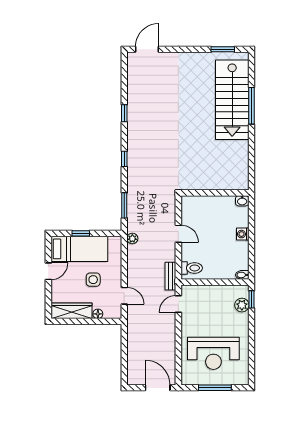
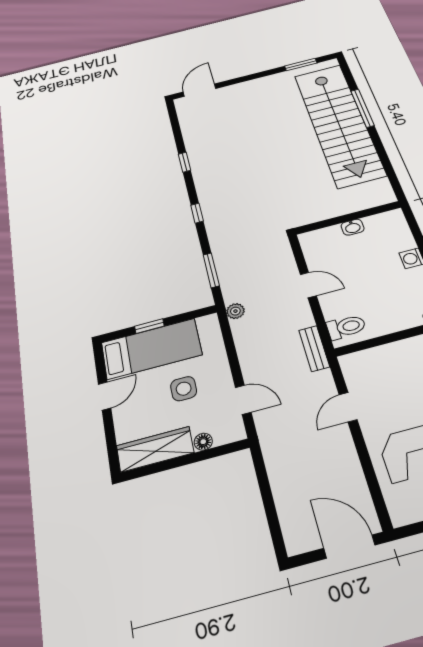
stairs: (232, 100) -> (339, 124), width x1.36
washbasin: (242, 201) -> (353, 227), moved
door: (178, 304) -> (348, 407), moved

